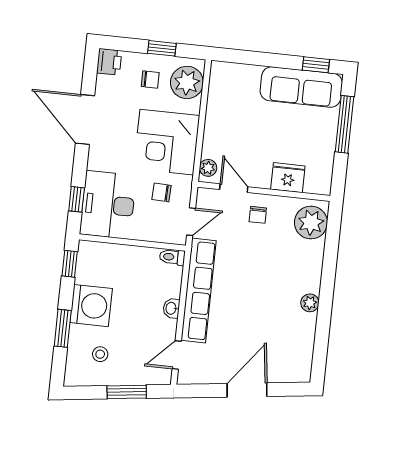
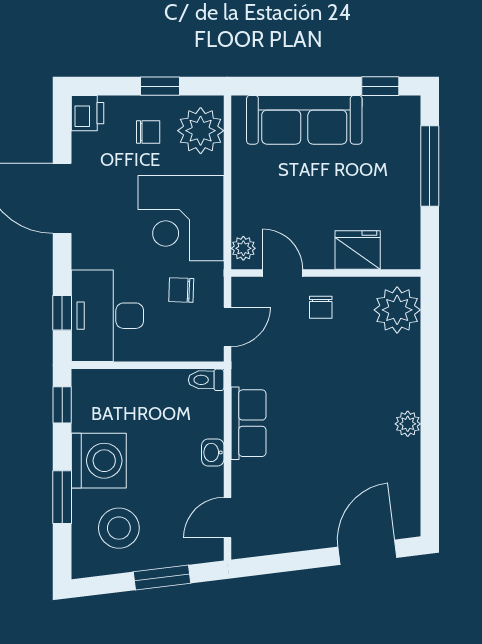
sofa: (301, 87) -> (304, 120), moved
row of seats: (199, 291) -> (249, 423), width x0.50
stool: (100, 354) -> (119, 528), width x1.89, depth x1.89
door: (247, 390) -> (367, 552), moved

